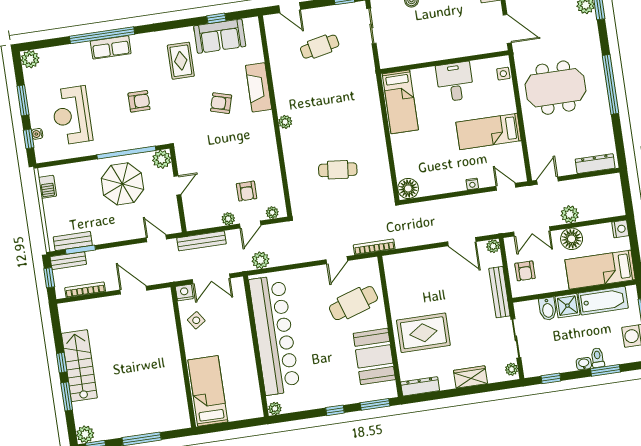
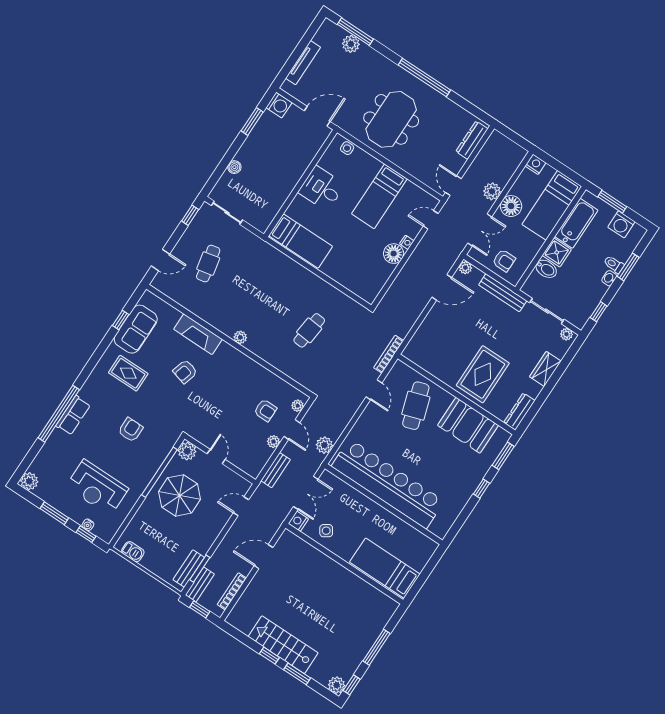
floor lamp: (408, 188) -> (394, 254), moved
bench: (201, 241) -> (276, 470), width x0.73
plant: (275, 409) -> (441, 531), removed

